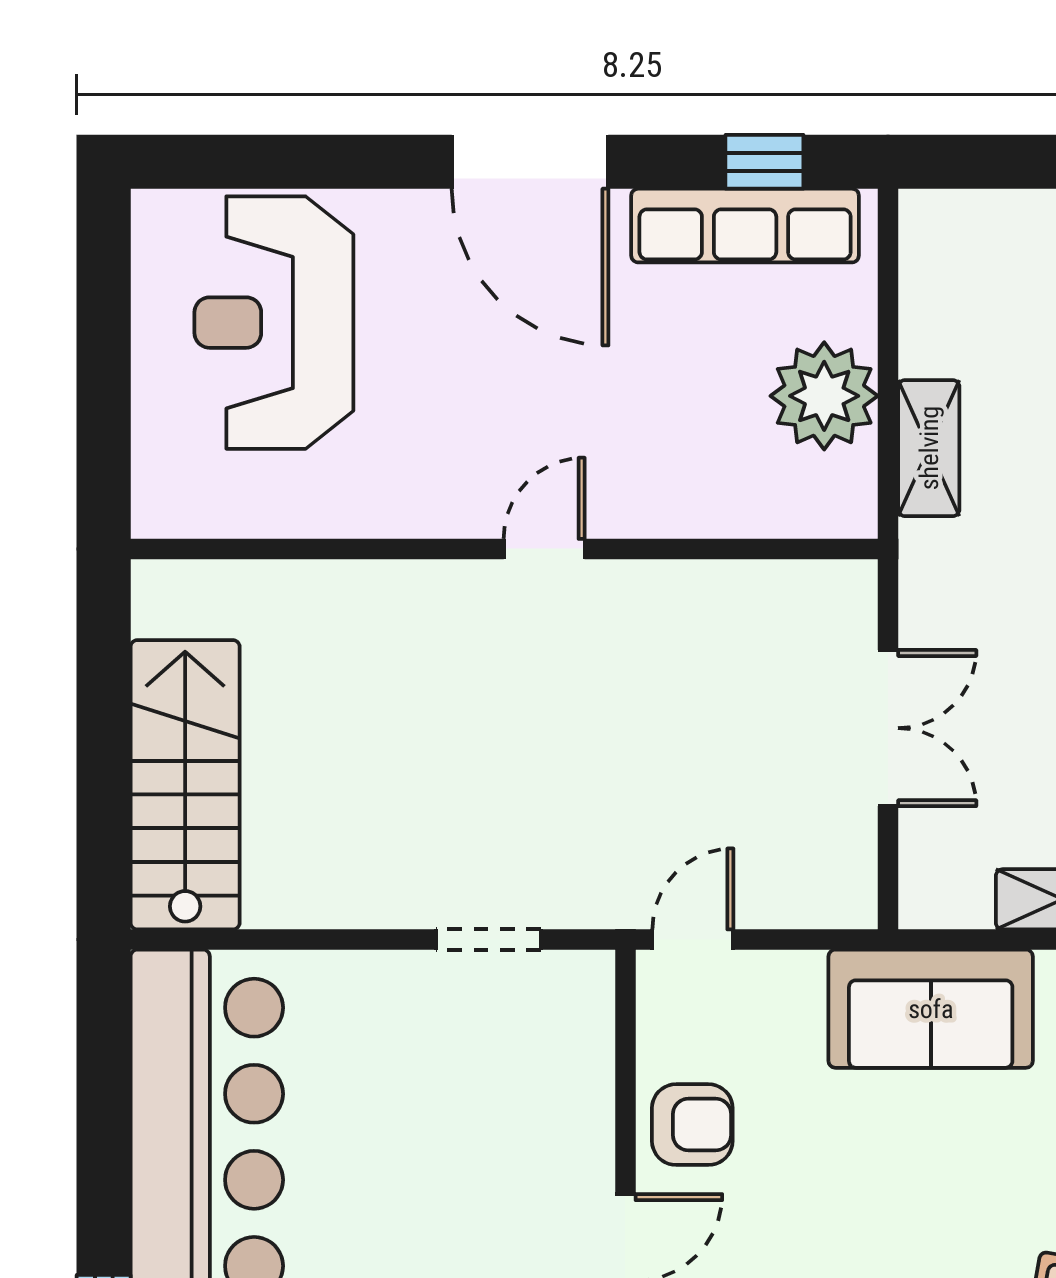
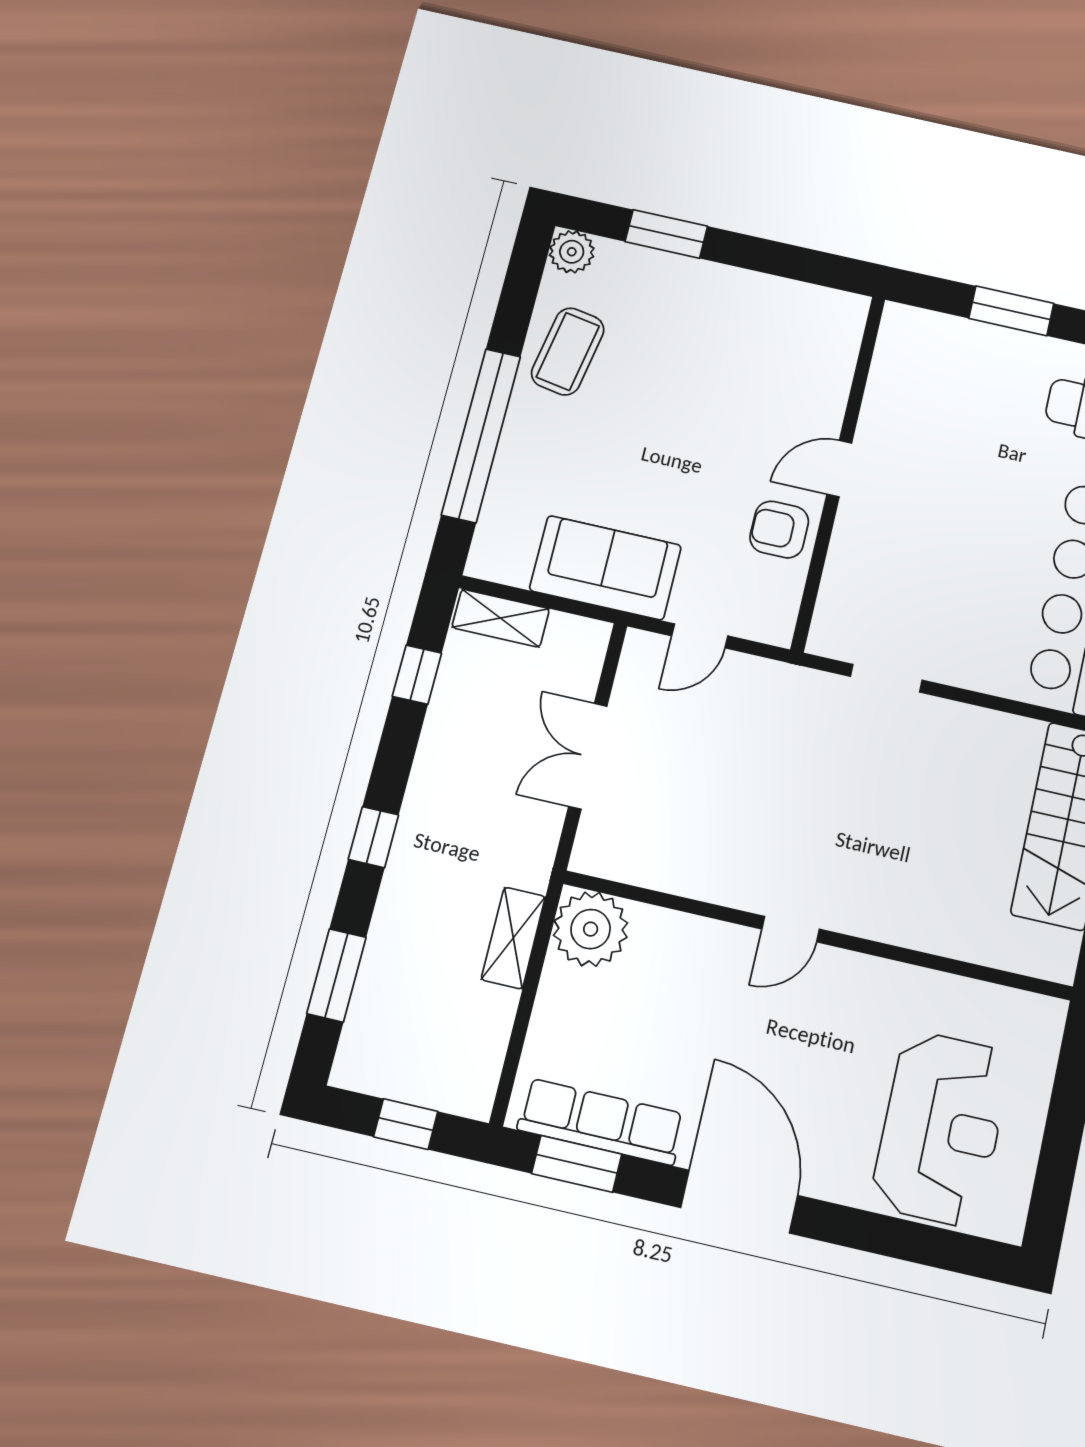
window: (764, 162) -> (577, 1164), width x1.50
window: (1012, 162) -> (406, 1124), added
plant: (824, 396) -> (591, 929), moved
door: (693, 940) -> (700, 636), moved

